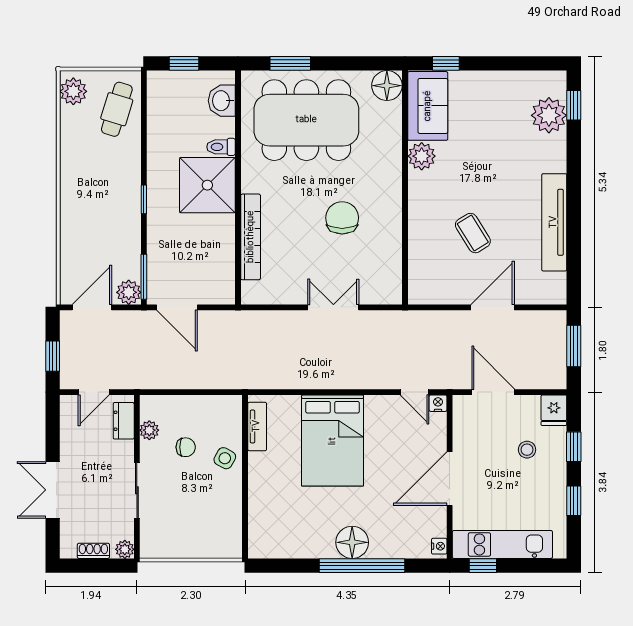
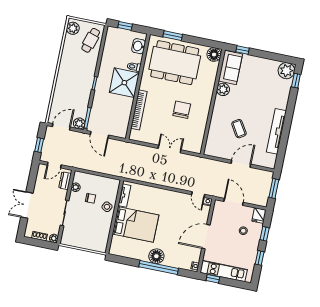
plant: (549, 115) -> (286, 71), moved
bed: (333, 441) -> (135, 224), moved, turned -90

